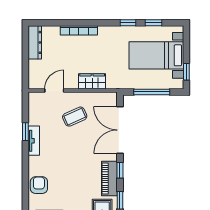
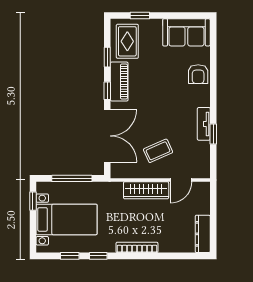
bookcase: (79, 30) -> (137, 247), moved
wardrobe: (92, 81) -> (146, 190), width x1.50

